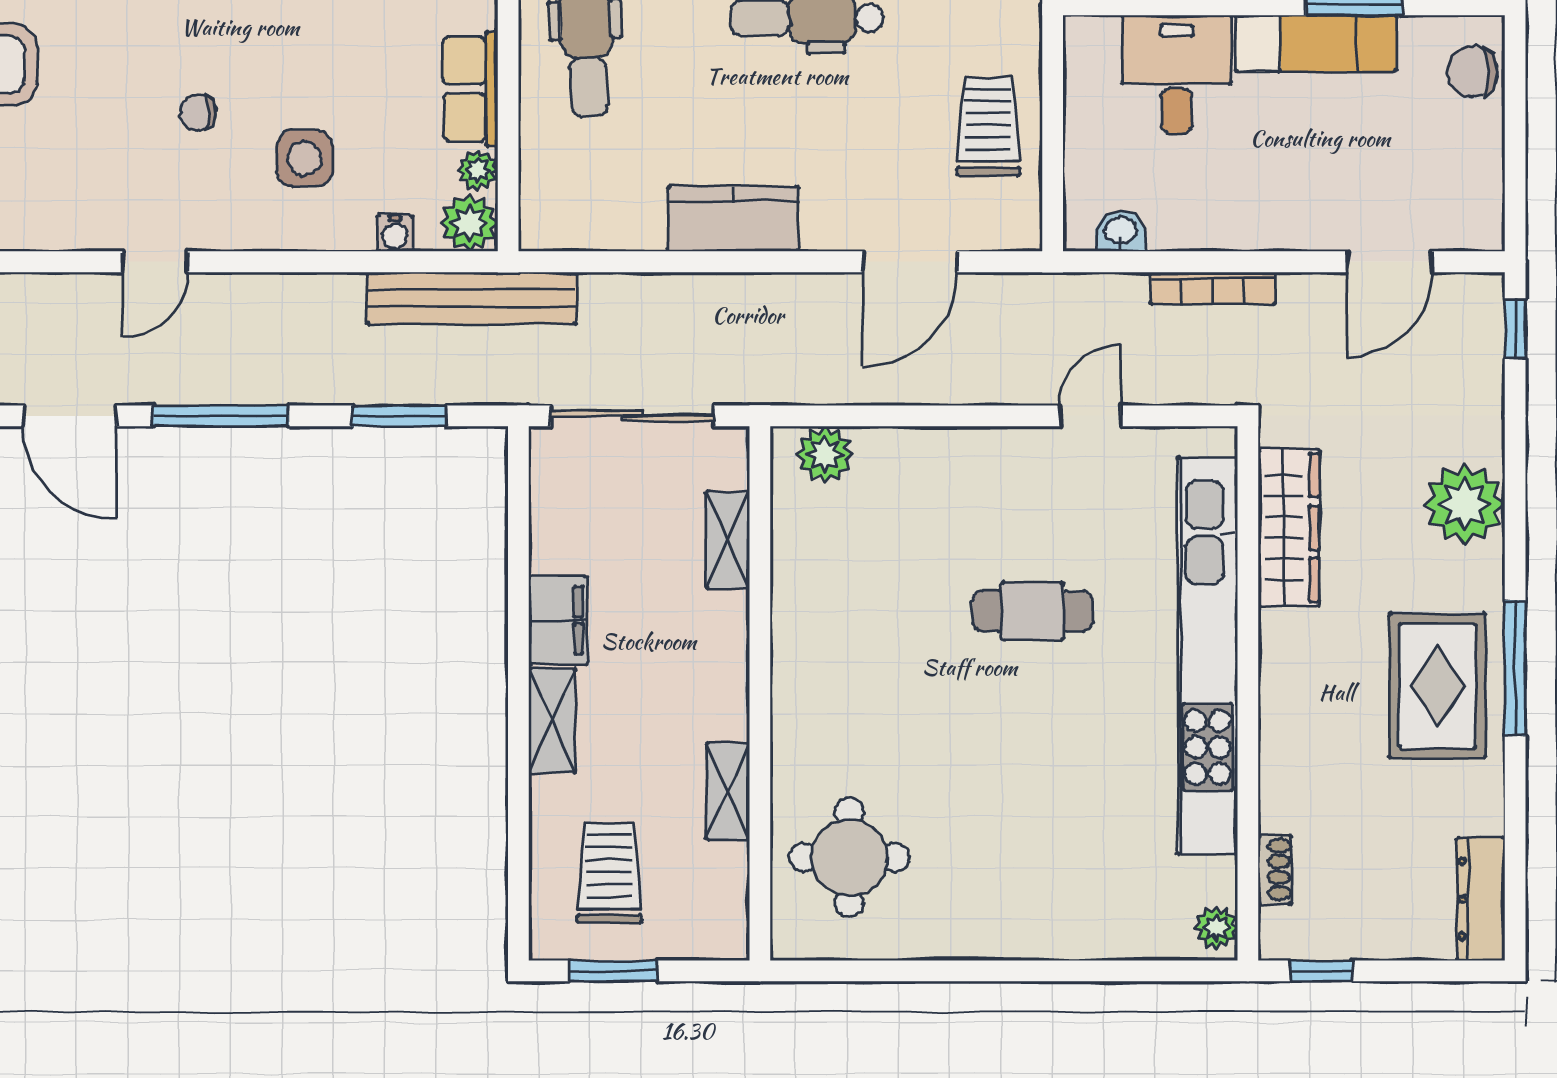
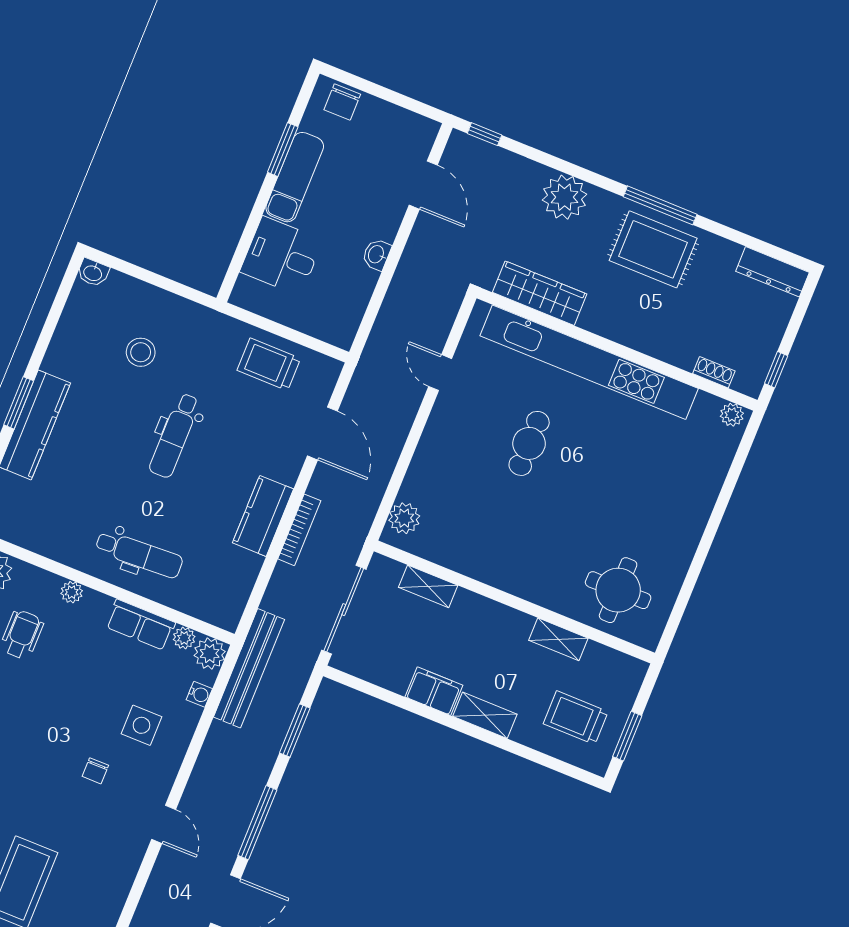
washbasin: (1121, 231) -> (377, 254), moved
bookcase: (1213, 288) -> (299, 530), moved

